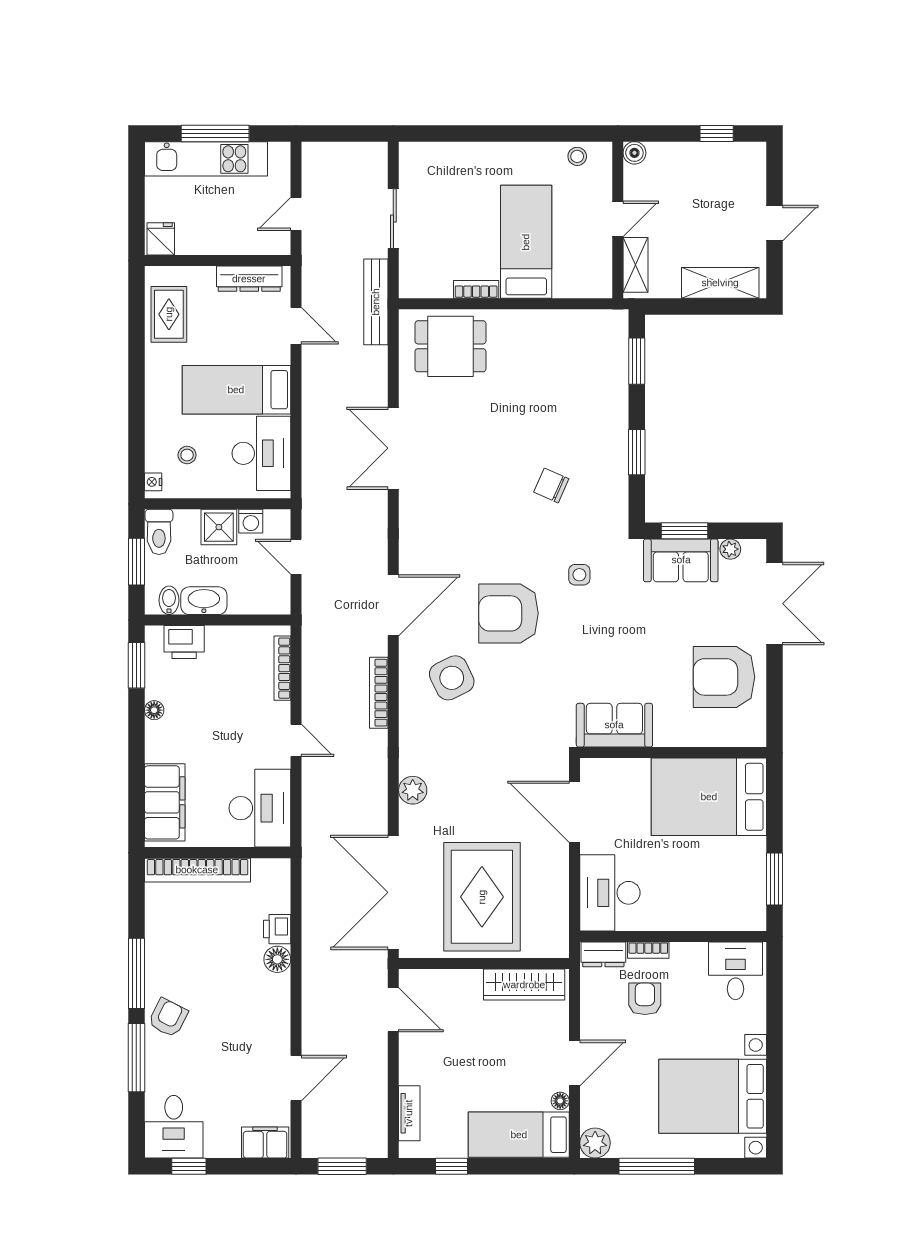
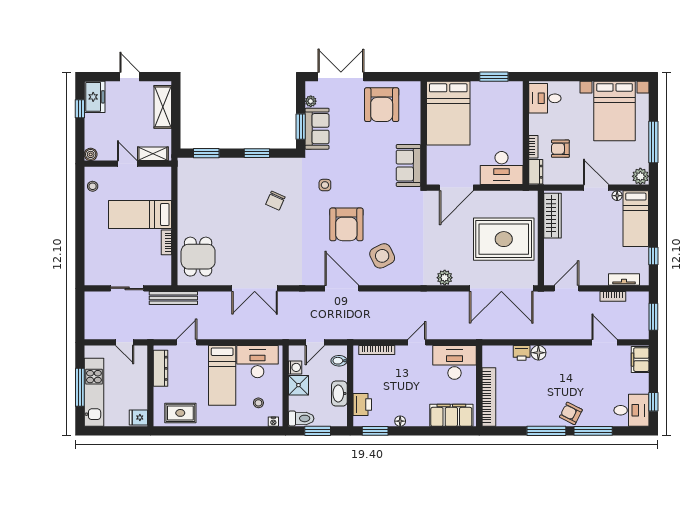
freezer: (738, 160) -> (95, 97), added
bidet: (169, 600) -> (339, 361), moved
bookcase: (379, 693) -> (613, 296), moved, width x0.64

